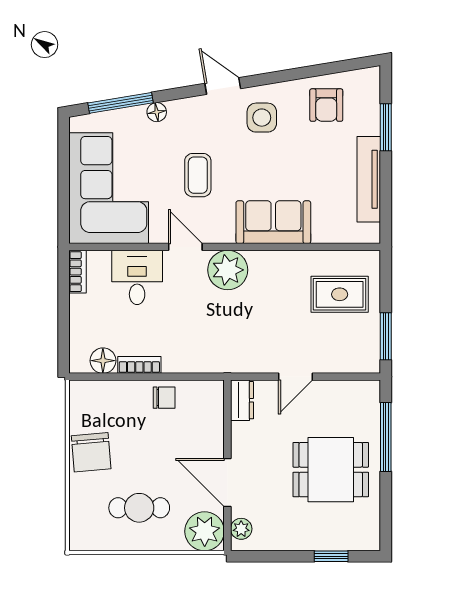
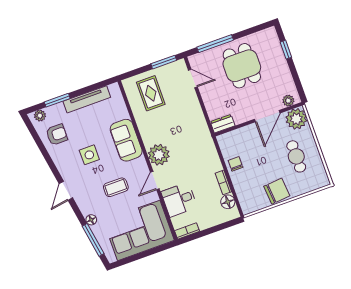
plant: (370, 88) -> (40, 116), added
side table: (262, 118) -> (89, 155), moved
door: (296, 377) -> (193, 78), moved

